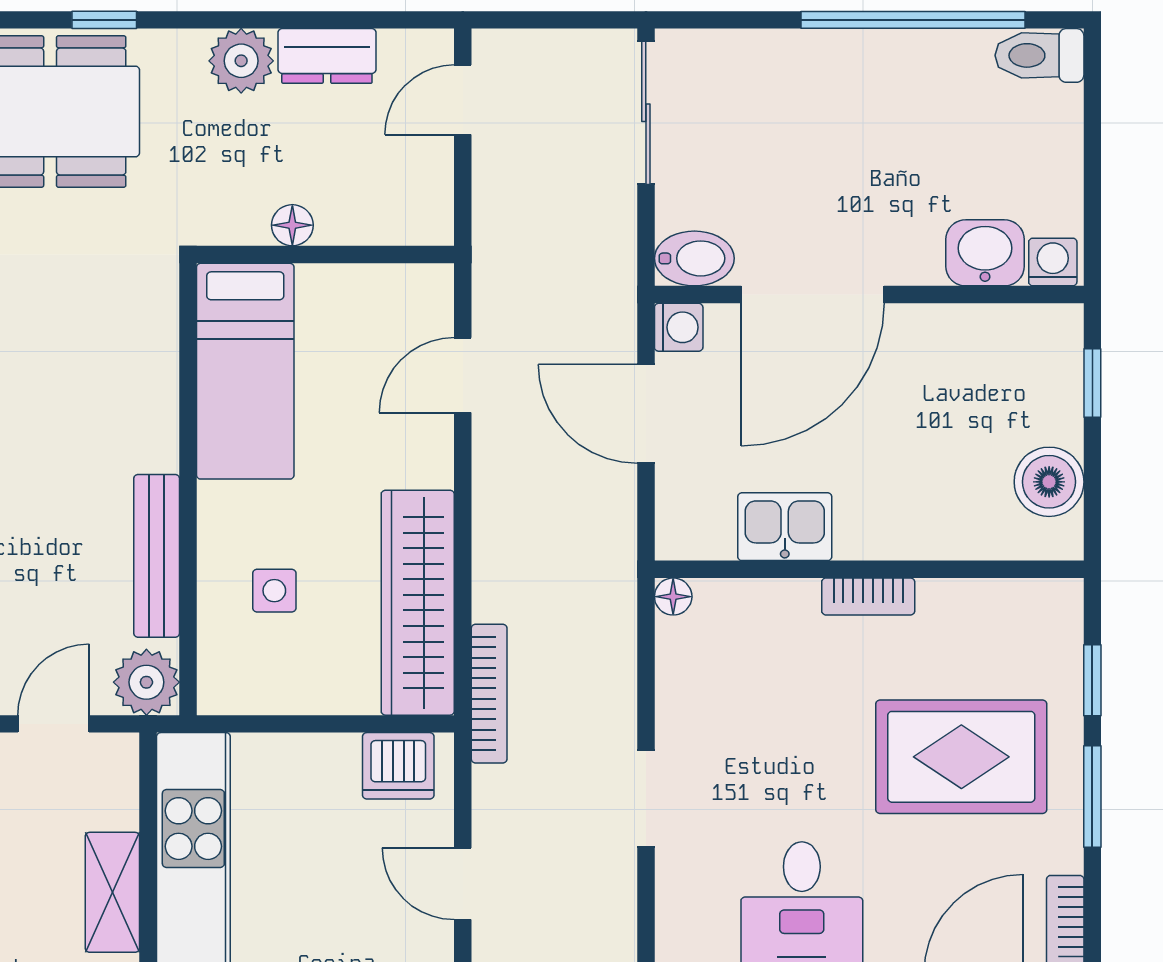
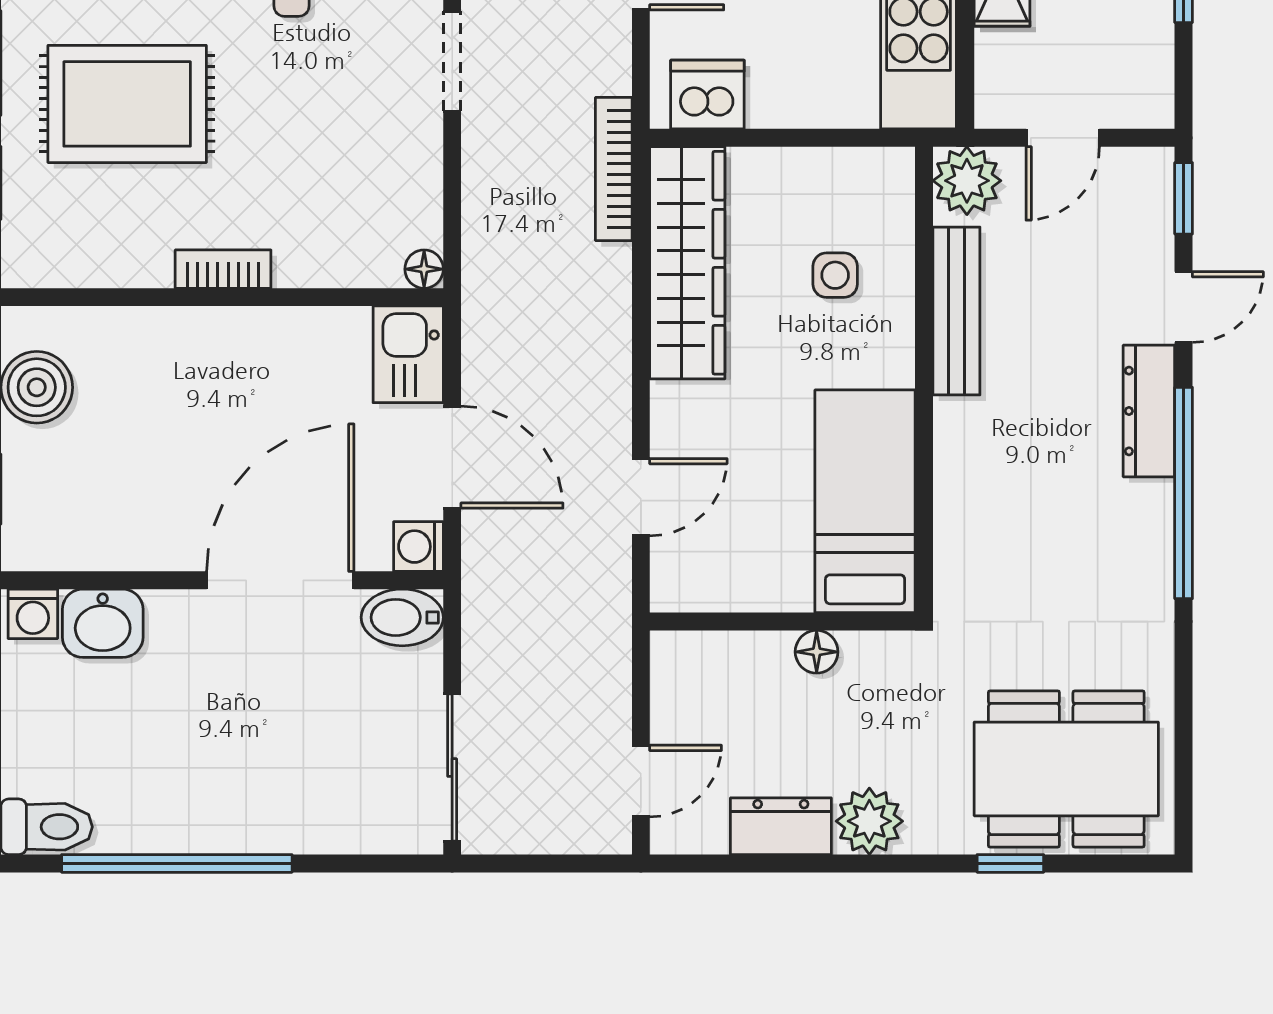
kitchen sink: (785, 527) -> (408, 354), moved, turned 90

